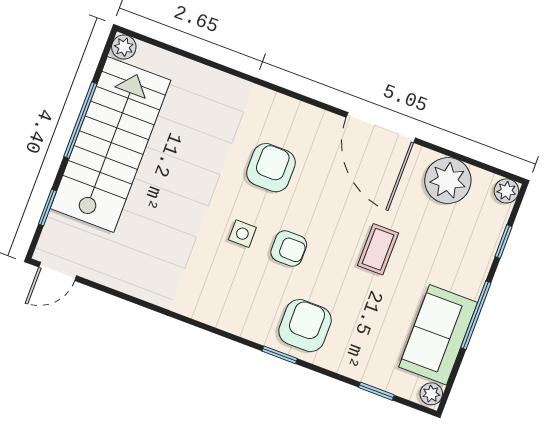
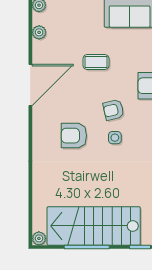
plant: (448, 181) -> (39, 32), width x0.53, depth x0.53
armchair: (289, 248) -> (113, 110), turned -103

